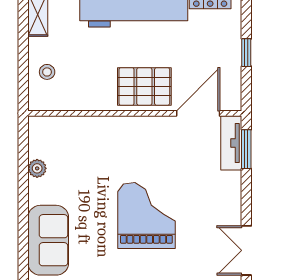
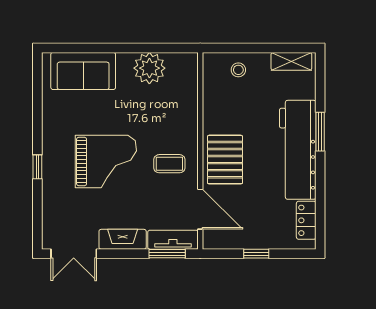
coffee table: (149, 147) -> (169, 164), added
plant: (37, 168) -> (149, 68), width x1.88, depth x1.88
fireplace: (231, 198) -> (123, 239), added
double door: (246, 250) -> (74, 254), swing flipped

